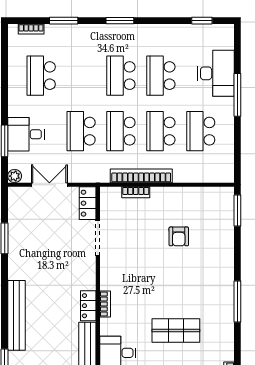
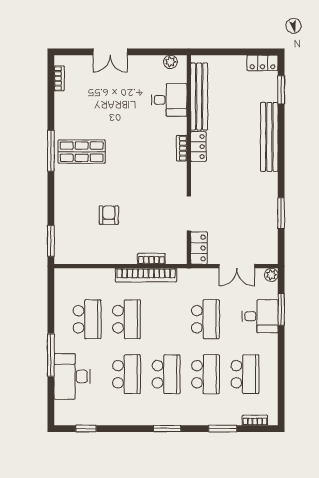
school desk: (121, 131) -> (205, 374), moved
shop shelf: (176, 331) -> (82, 152), moved

